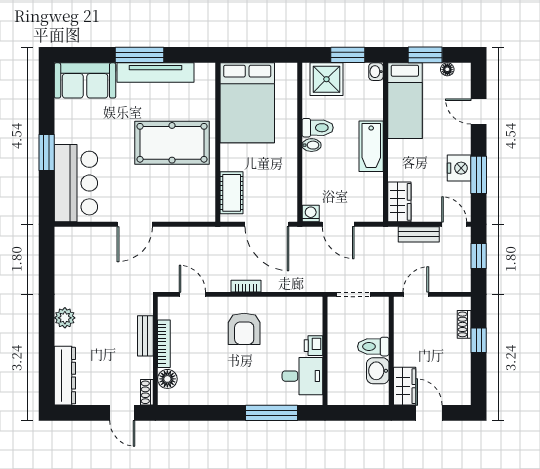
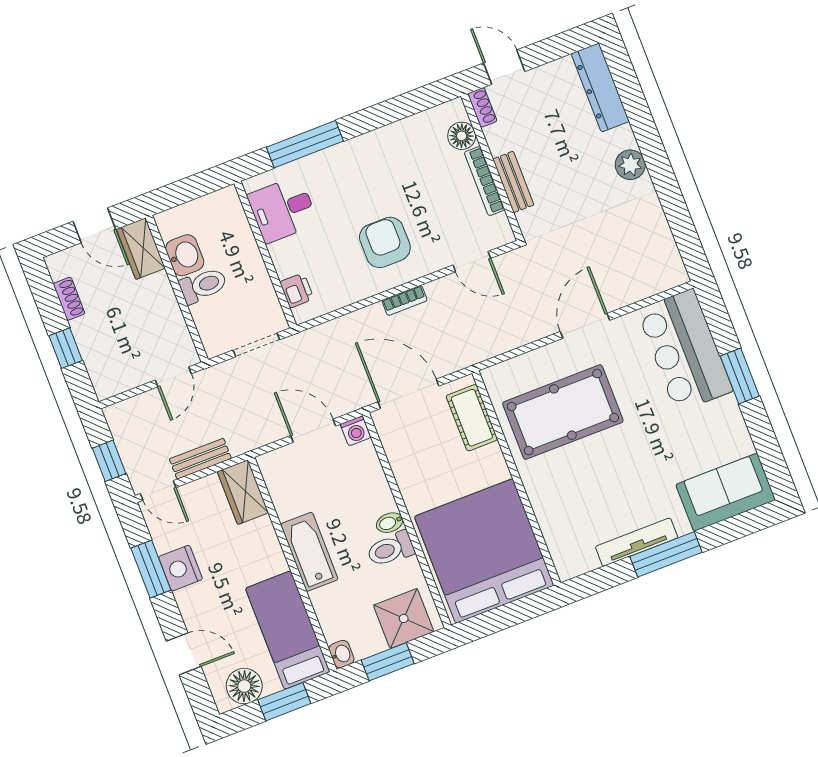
floor lamp: (447, 69) -> (244, 686), width x1.89, depth x1.89
tv unit: (156, 73) -> (637, 542), width x0.73, depth x0.78
bed: (247, 103) -> (484, 551), width x1.36
pool table: (172, 143) -> (563, 412), moved
shoe rack: (464, 324) -> (69, 299), moved
printer: (314, 346) -> (297, 290), moved

